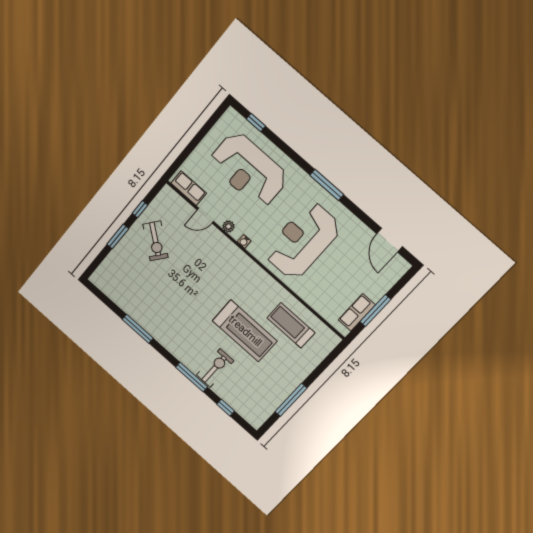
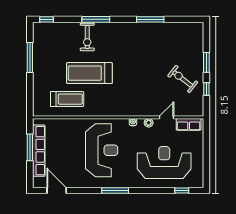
row of seats: (357, 312) -> (39, 151), width x2.02
window: (226, 408) -> (47, 19), moved

